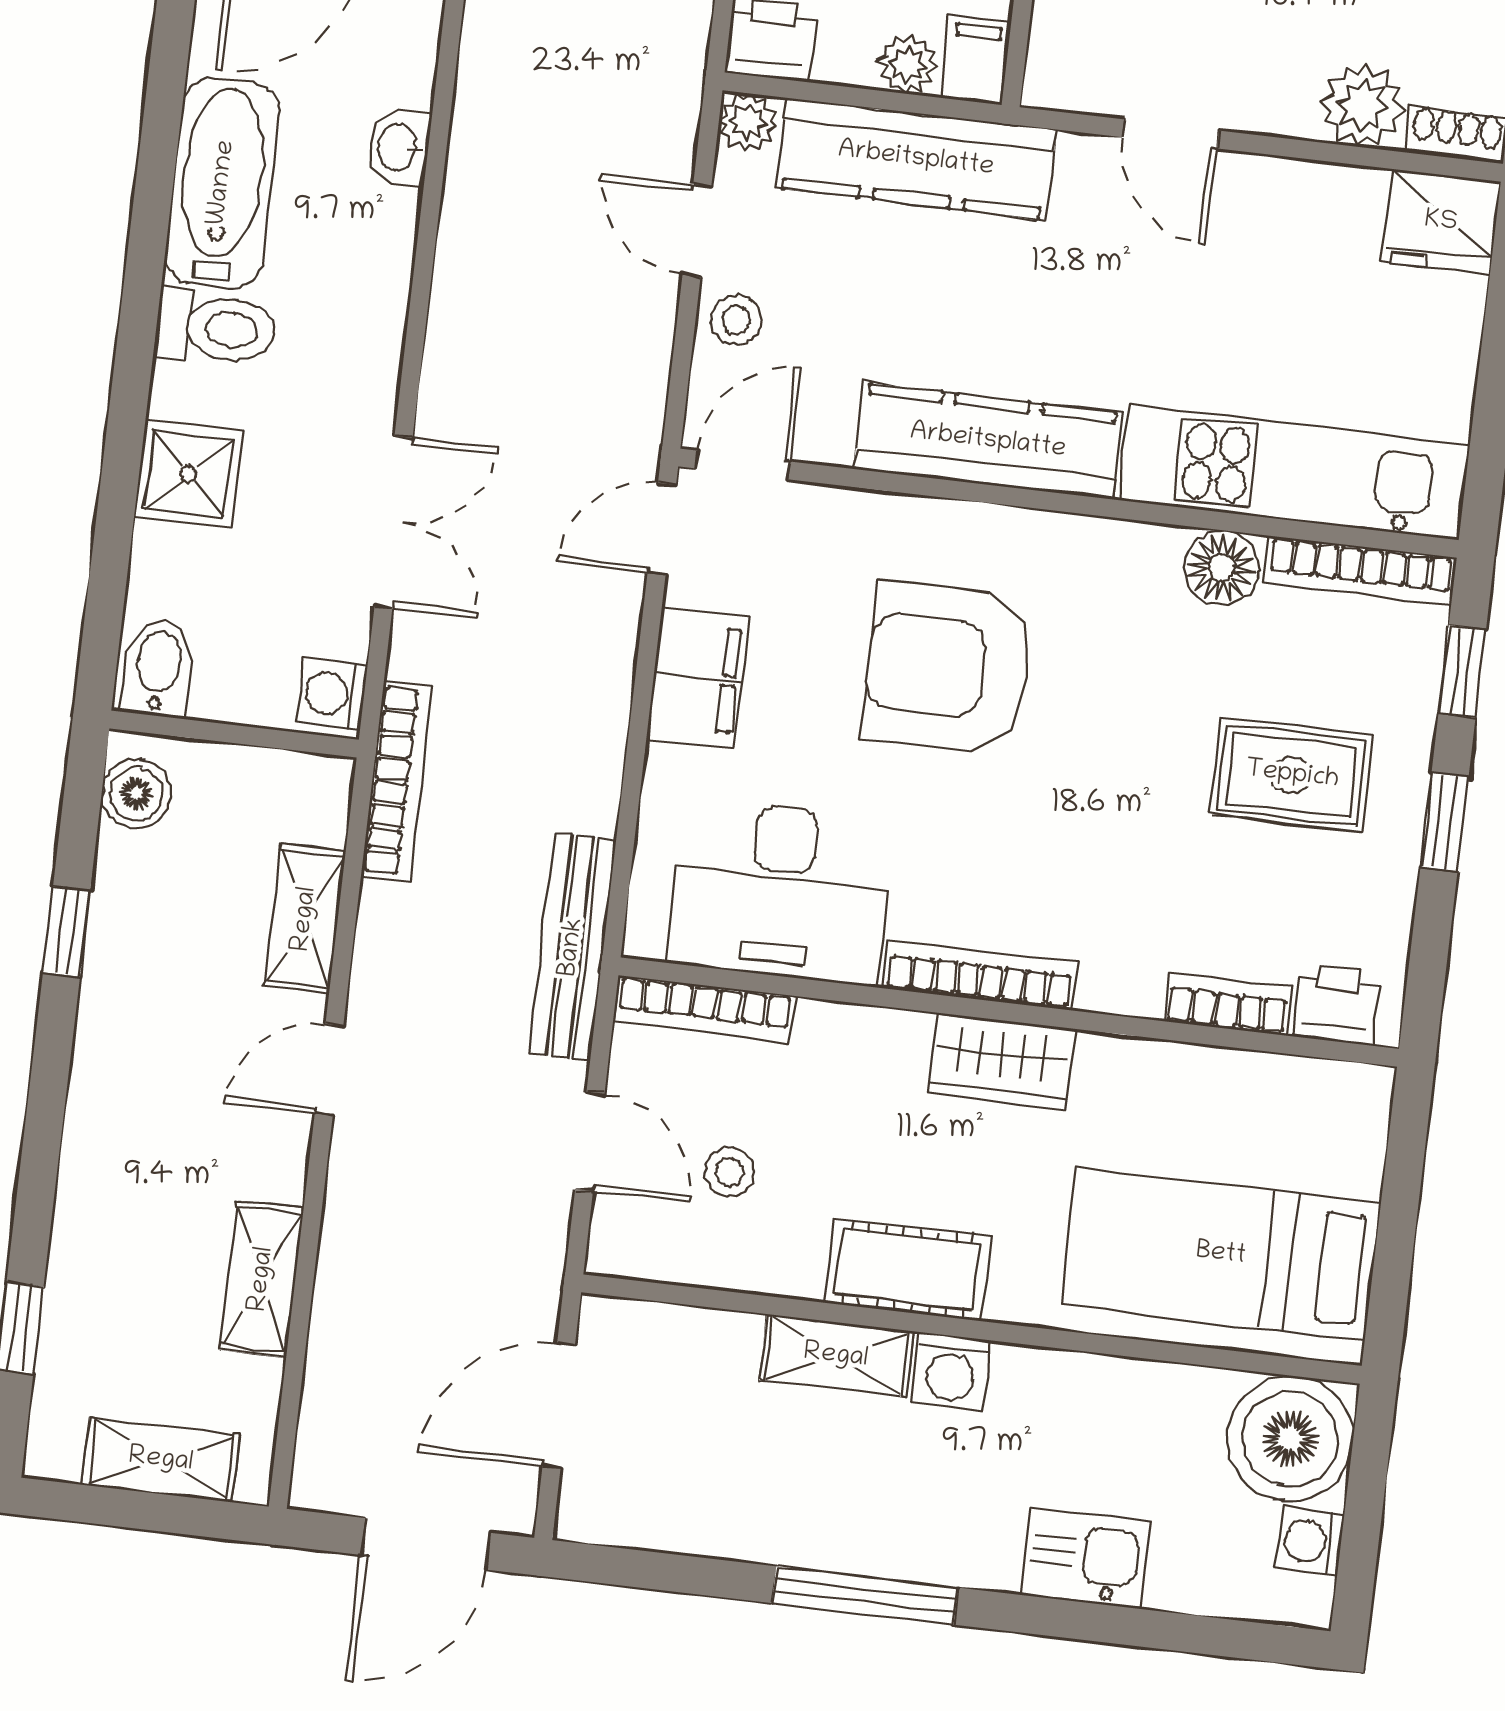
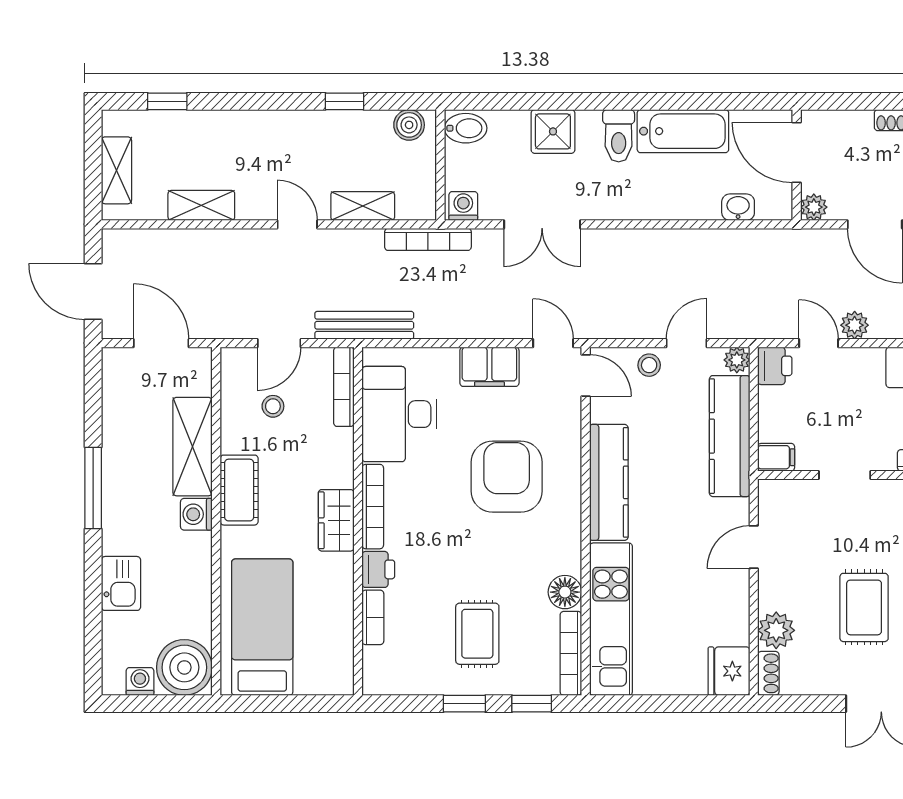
plant: (908, 64) -> (771, 428), removed
washbasin: (399, 147) -> (738, 207), moved
printer: (1336, 1004) -> (378, 569), moved
shelving: (836, 1356) -> (193, 447), width x1.50, depth x1.33

